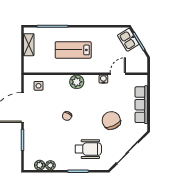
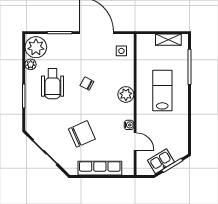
kitchen sink: (128, 40) -> (161, 161), moved
wheelchair: (88, 149) -> (53, 84), moved
plant: (40, 165) -> (36, 47), width x1.87, depth x1.87

